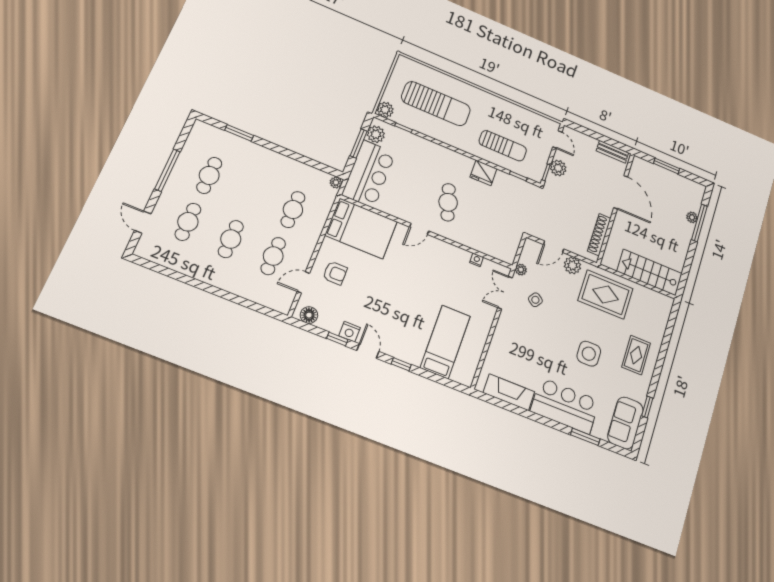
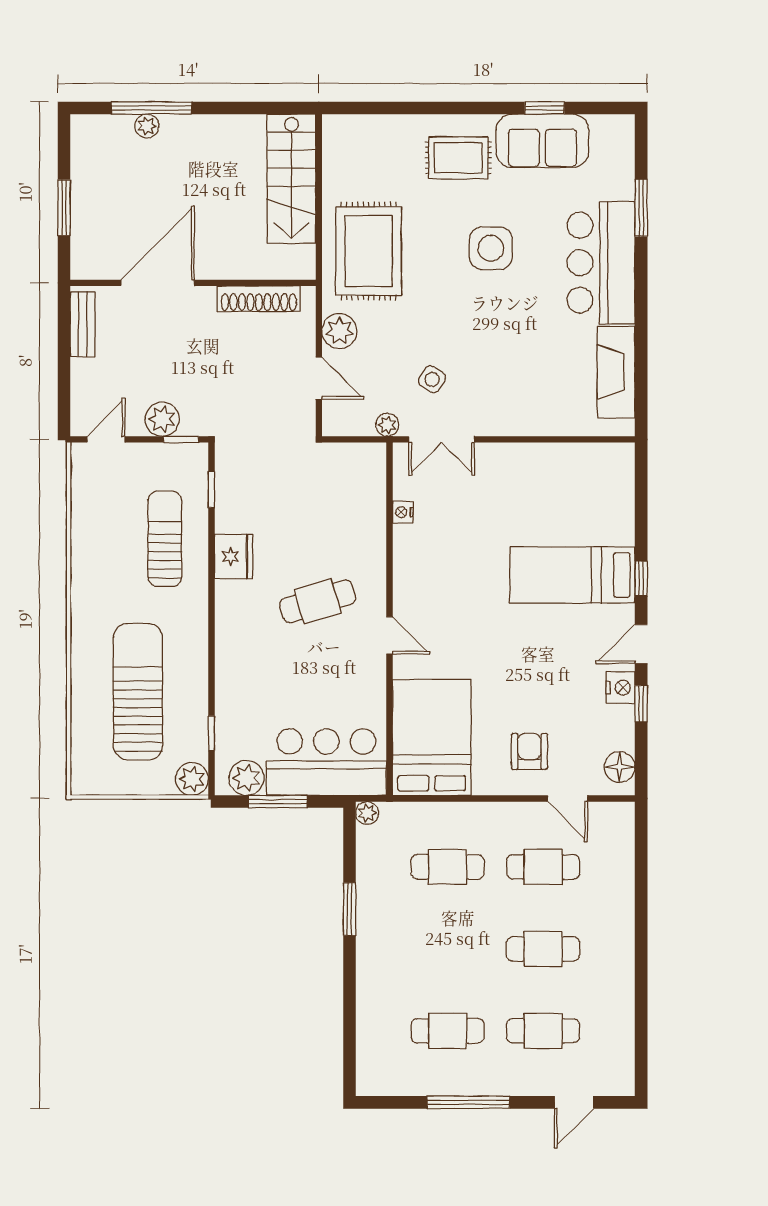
window: (239, 133) -> (350, 909), moved
bed: (445, 342) -> (572, 575), moved
sofa: (625, 423) -> (542, 141), moved

